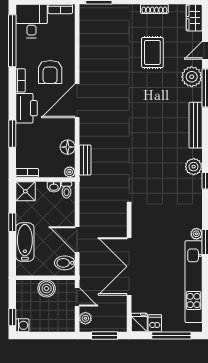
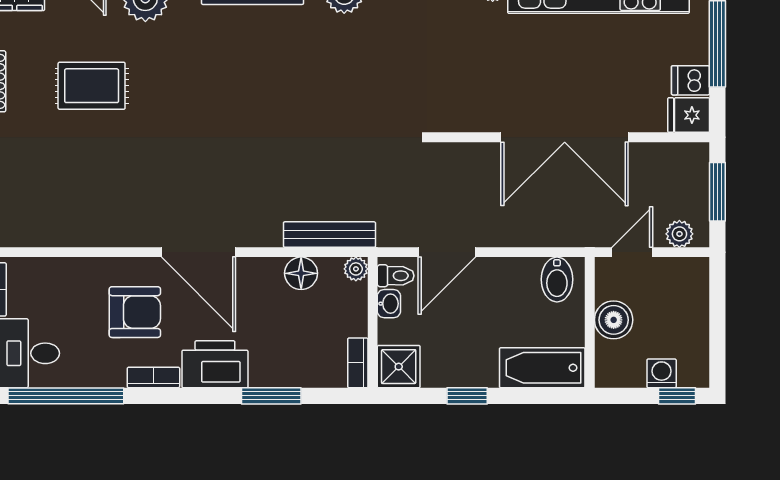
bench: (85, 160) -> (329, 235), width x1.36
door: (77, 240) -> (447, 252), moved
bathtub: (25, 242) -> (542, 368), moved
washing machine: (22, 325) -> (662, 373), moved

